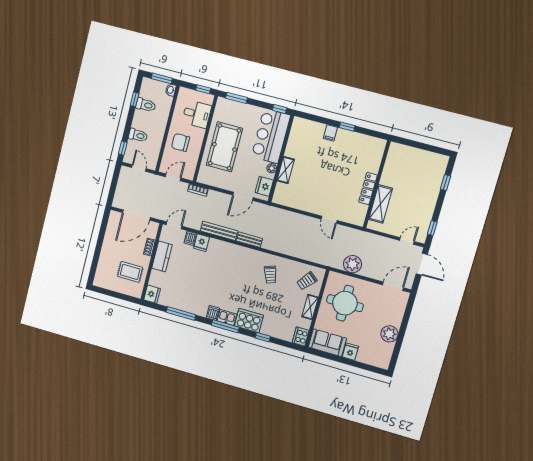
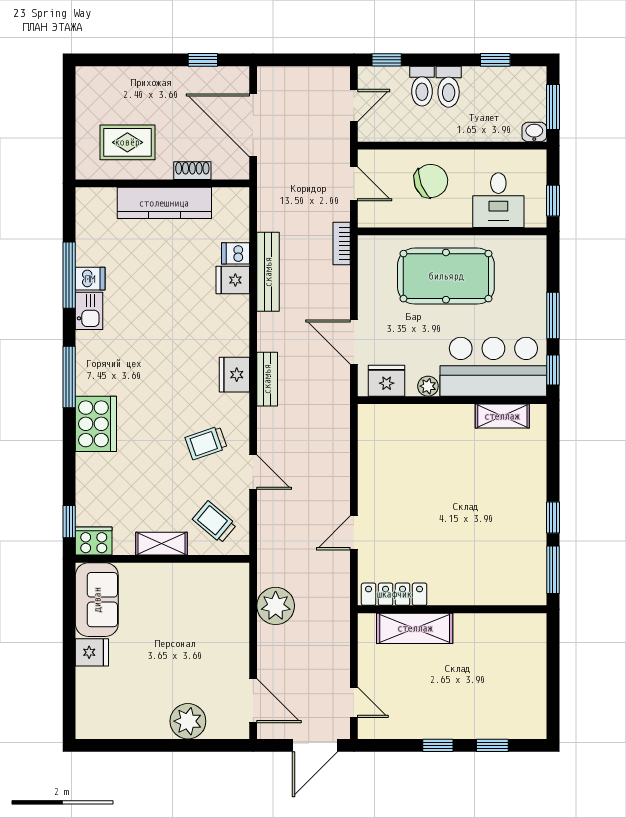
window: (237, 98) -> (553, 315), moved
toilet: (146, 105) -> (449, 87), moved
filing cabinet: (330, 133) -> (532, 487), removed
window: (371, 133) -> (553, 570), added
chair: (181, 142) -> (431, 181), turned 68
shelving: (286, 170) -> (502, 416), moved
locker: (368, 189) -> (394, 594), moved
door: (174, 225) -> (253, 472), moved
window: (432, 228) -> (438, 745), moved
window: (103, 229) -> (203, 60), added
bench: (219, 231) -> (268, 272), moved
kitchen counter: (162, 256) -> (164, 203), width x1.50
rug: (130, 272) -> (127, 142), turned 90
fridge: (152, 294) -> (234, 375), moved, turned 90
round table: (345, 303) -> (190, 613), removed
dishwasher: (213, 313) -> (90, 279), moved
kitchen sink: (227, 317) -> (89, 311), moved
plant: (389, 334) -> (188, 721), moved
window: (263, 337) -> (69, 522), moved

